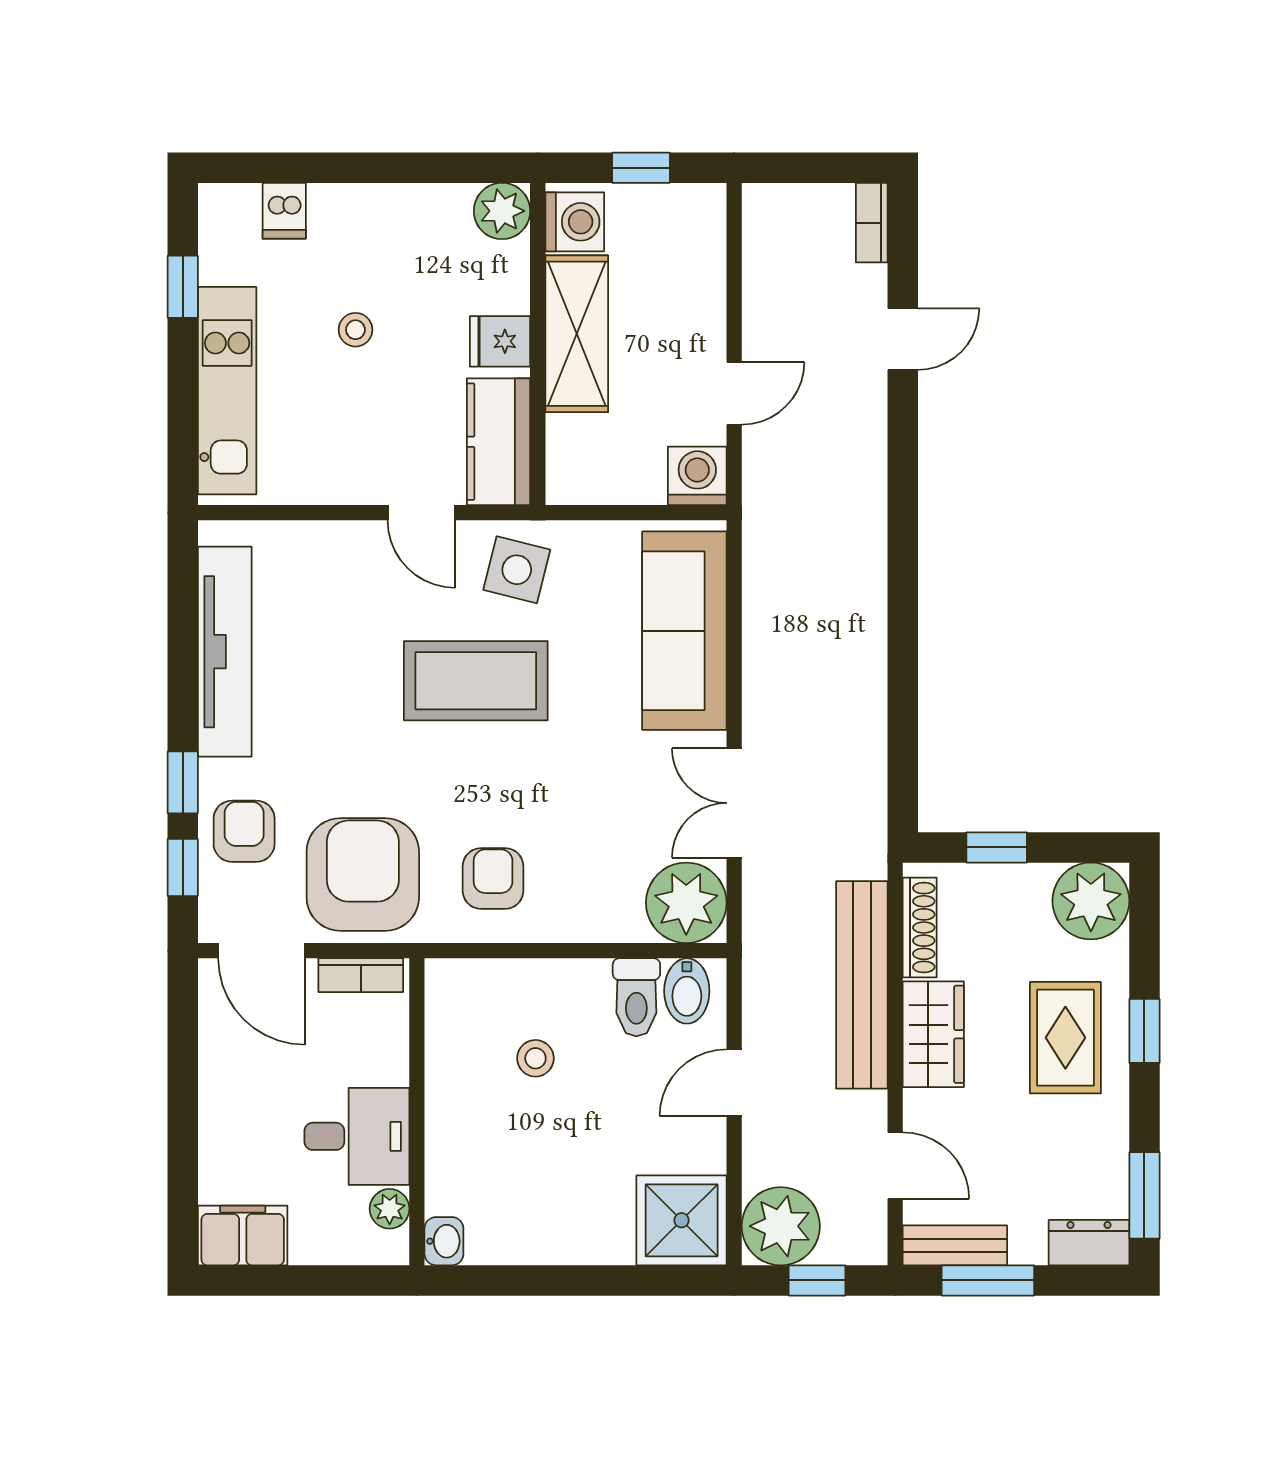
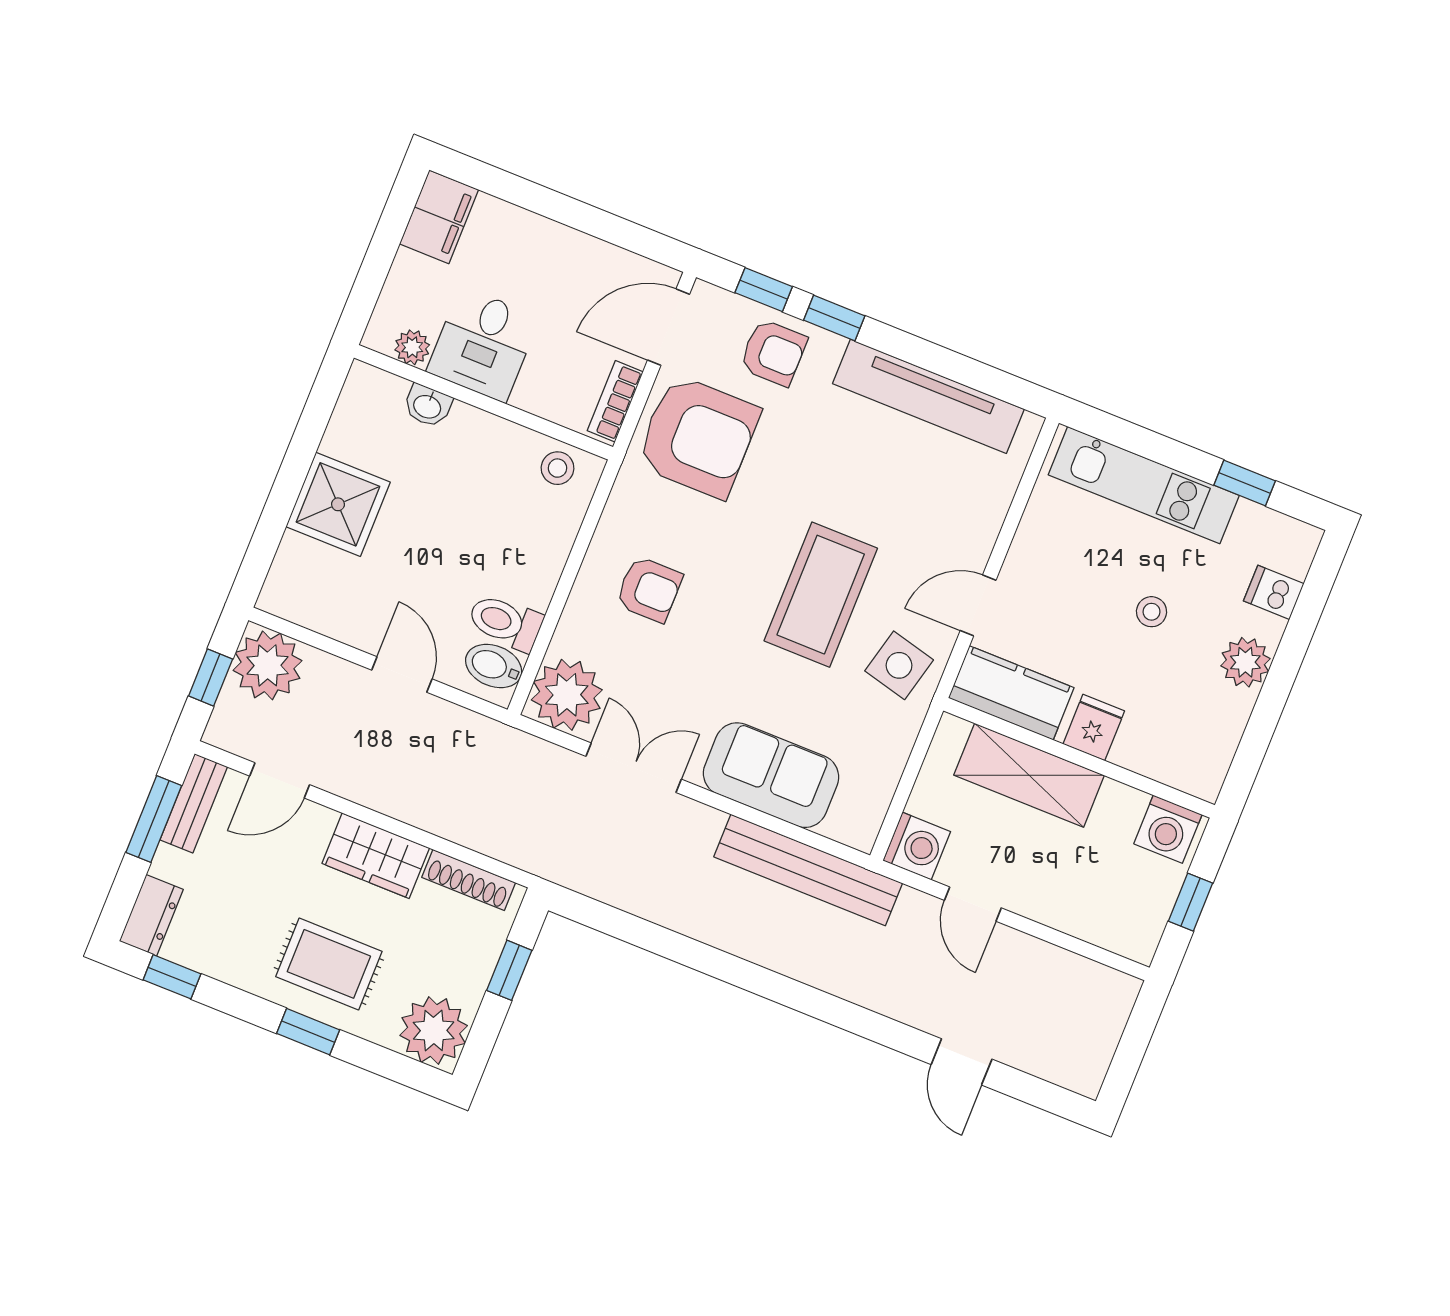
plant: (502, 211) -> (1245, 662), moved
bookcase: (872, 223) -> (1068, 1075), removed
shelving: (577, 334) -> (1029, 775), moved
sofa: (684, 631) -> (771, 775), width x0.73
armchair: (493, 879) -> (649, 589), moved
bench: (862, 985) -> (808, 870), moved
stool: (535, 1058) -> (558, 468), moved
window: (1144, 1195) -> (172, 977), width x0.67
shower: (682, 1220) -> (338, 504), moved
washbasin: (444, 1241) -> (428, 406), moved

